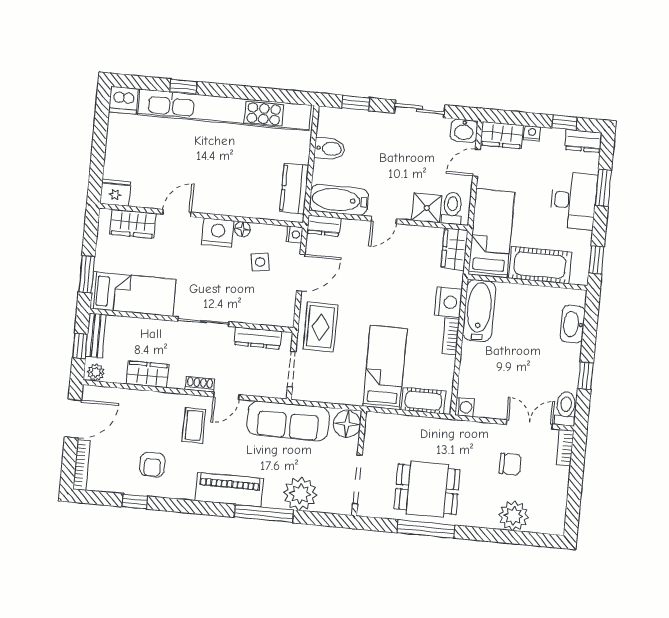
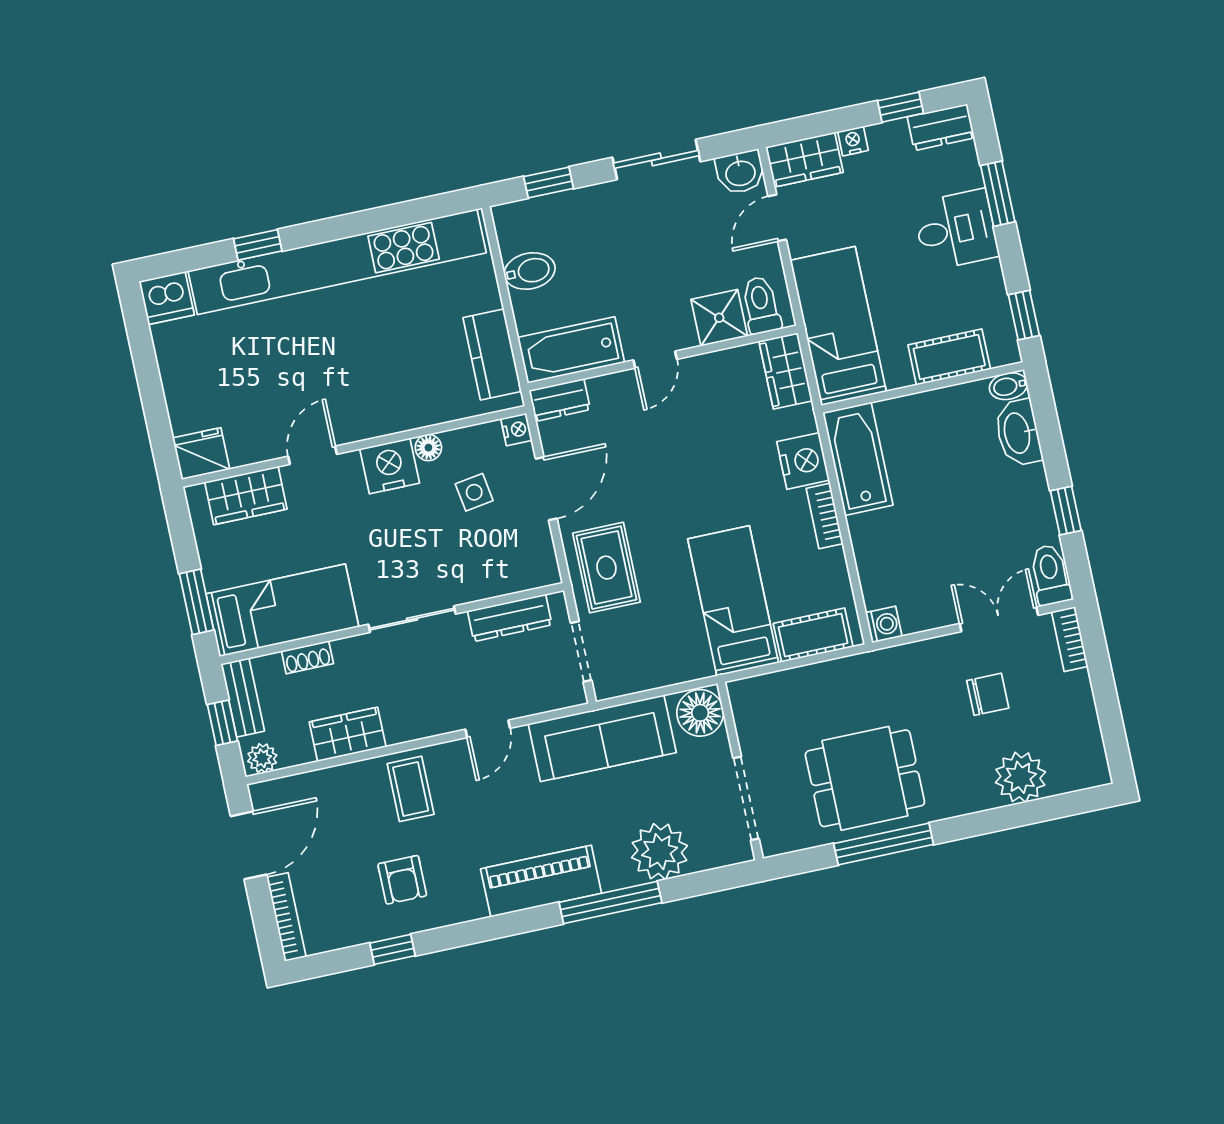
desk: (574, 201) -> (956, 230), width x0.73
cot: (540, 265) -> (949, 357), width x0.73, depth x0.75
bidet: (575, 297) -> (1008, 386), added
shoe rack: (200, 384) -> (307, 657), moved, turned 180
coffee table: (194, 425) -> (411, 789), moved

